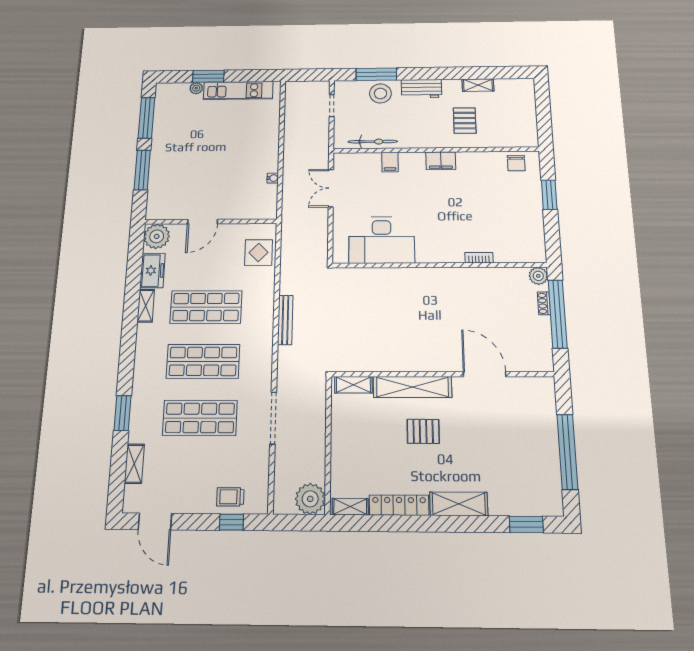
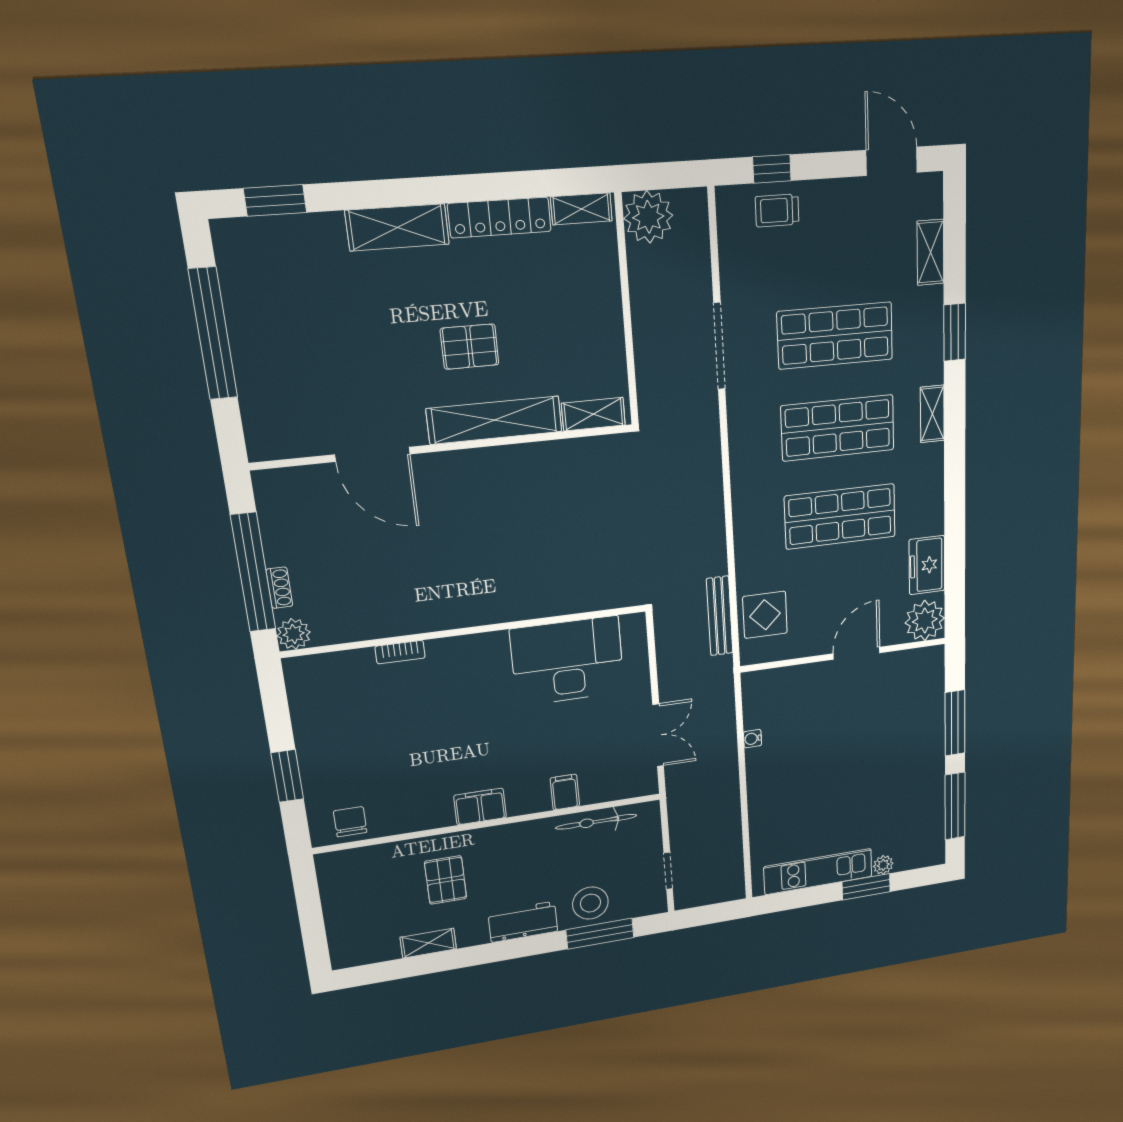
shelving: (146, 306) -> (932, 414), moved
bench: (285, 320) -> (720, 616), moved
trolley: (230, 497) -> (777, 210), turned 180

